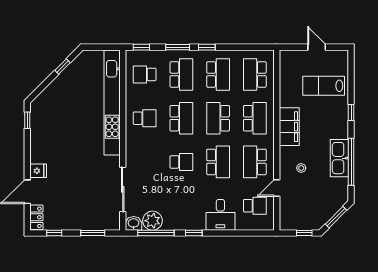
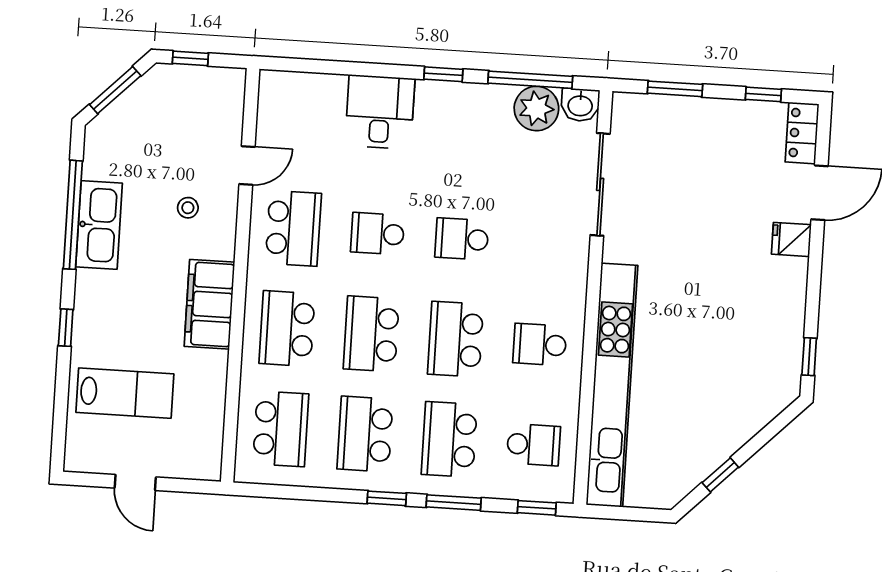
school desk: (218, 118) -> (371, 334), turned 180
school desk: (218, 162) -> (378, 234), width x0.54
school desk: (255, 206) -> (300, 128), removed

